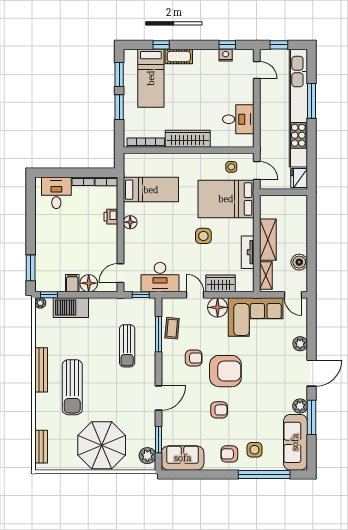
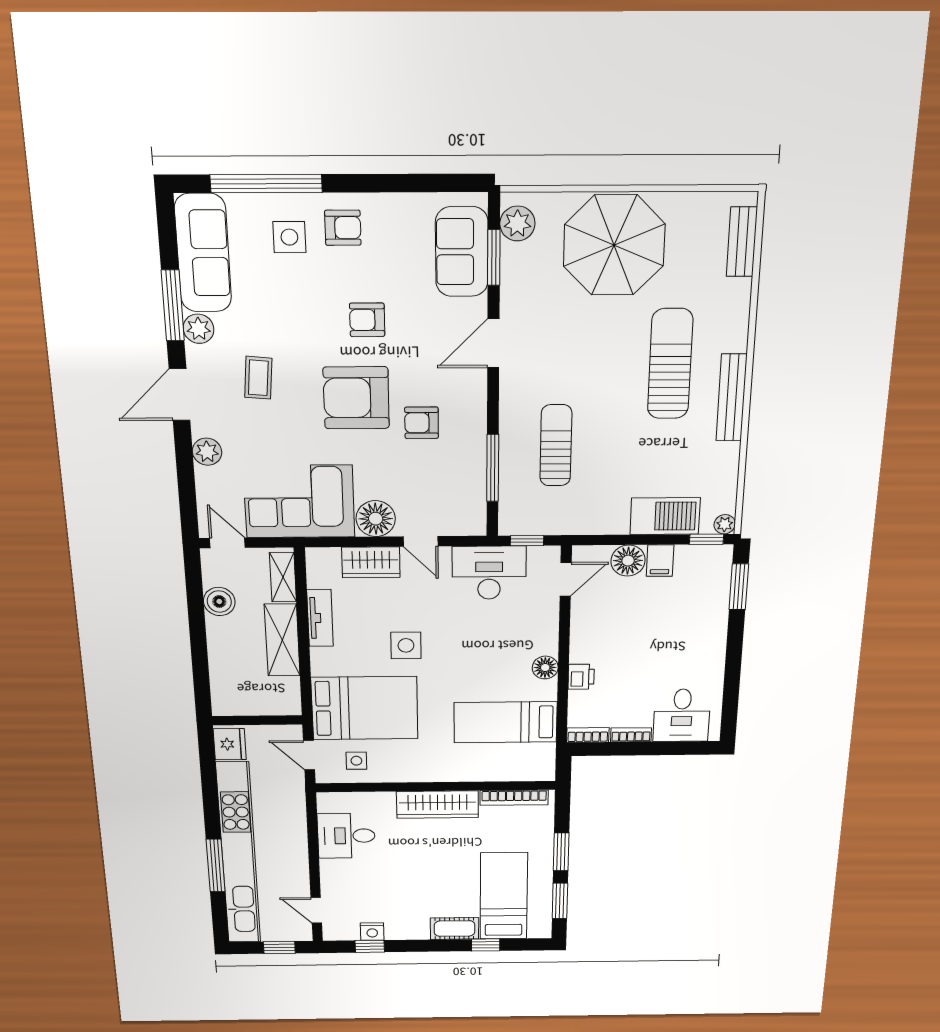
coffee table: (172, 328) -> (258, 378), moved
sofa: (183, 458) -> (462, 252), moved, turned 90

